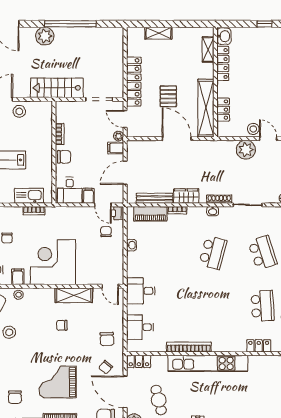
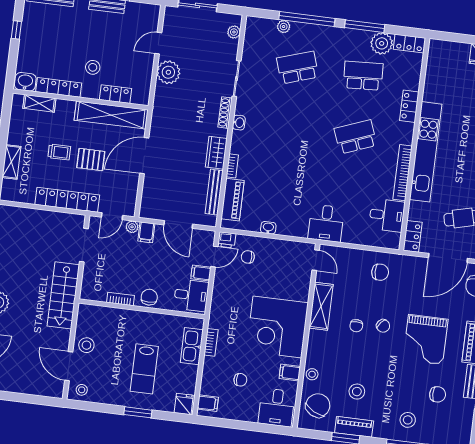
trolley: (171, 70) -> (59, 152), added
stool: (253, 129) -> (93, 67), moved
school desk: (213, 253) -> (356, 137), moved, turned -36
door: (110, 286) -> (316, 260), hinge flipped
desk: (140, 327) -> (387, 215), moved, turned -90
locker: (259, 346) -> (409, 106), moved
chair: (106, 367) -> (383, 326), moved

